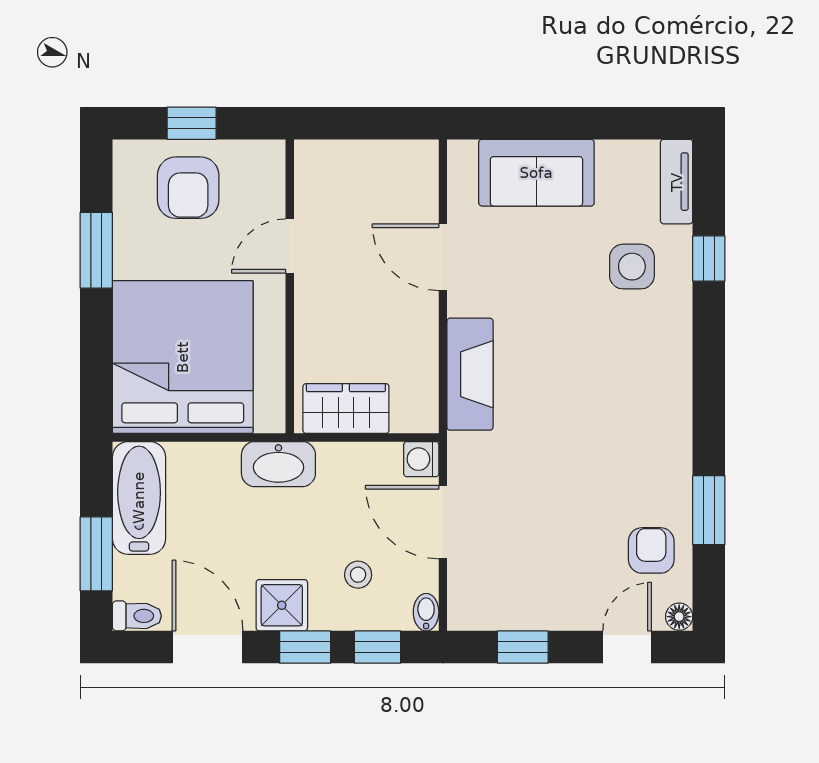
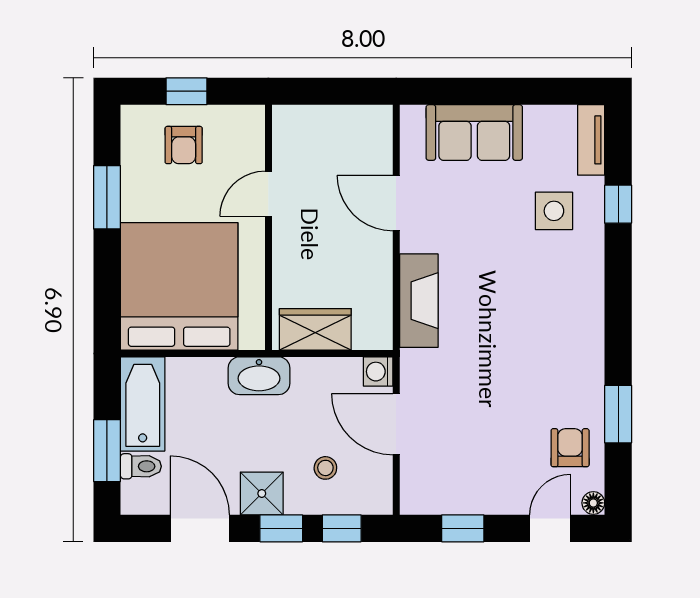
armchair: (188, 188) -> (184, 145), width x0.72, depth x0.72
bidet: (426, 612) -> (382, 499), removed
toilet: (137, 616) -> (141, 466), moved

